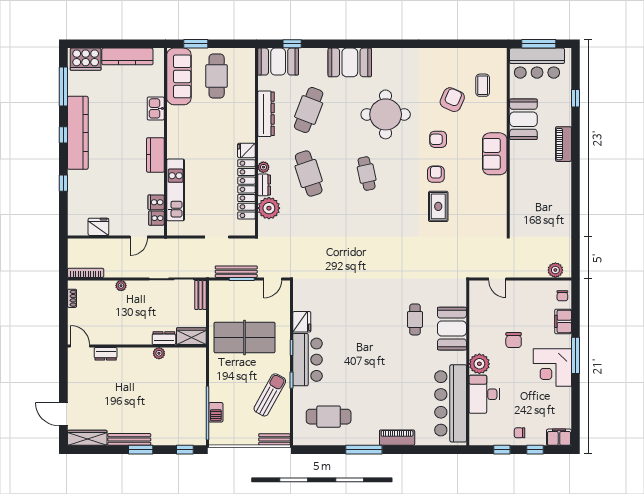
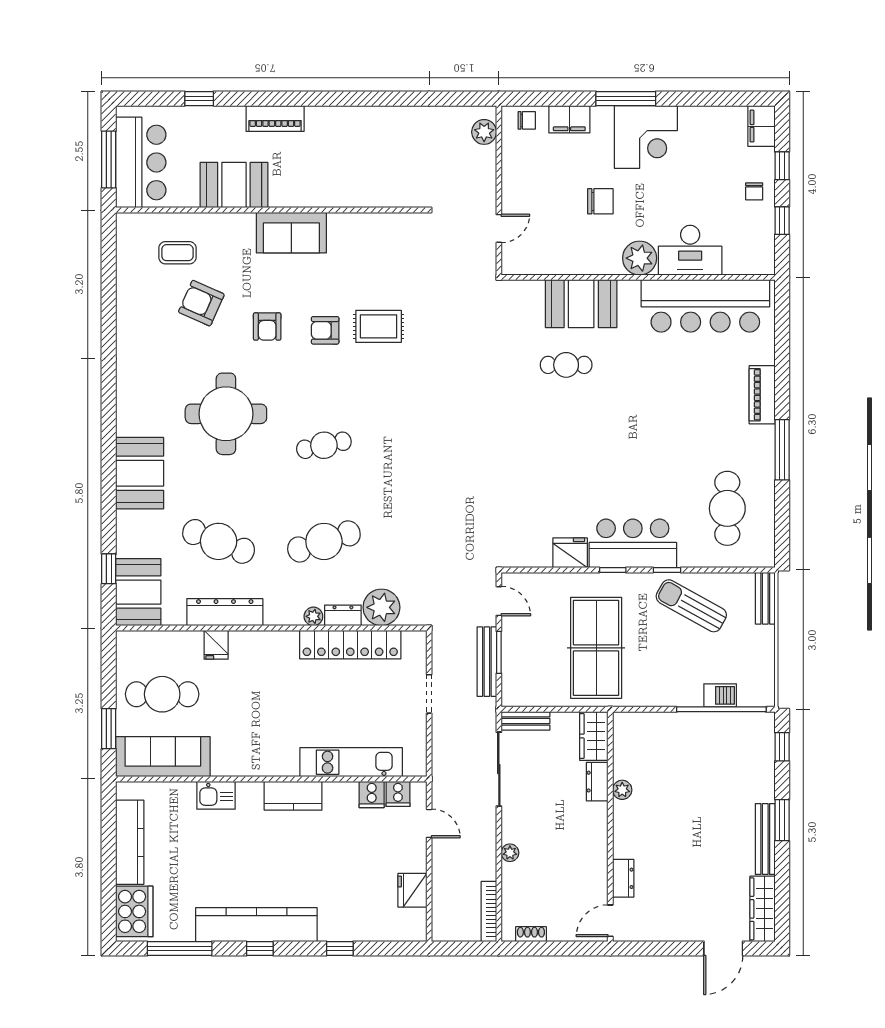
fridge: (246, 150) -> (216, 645), moved

